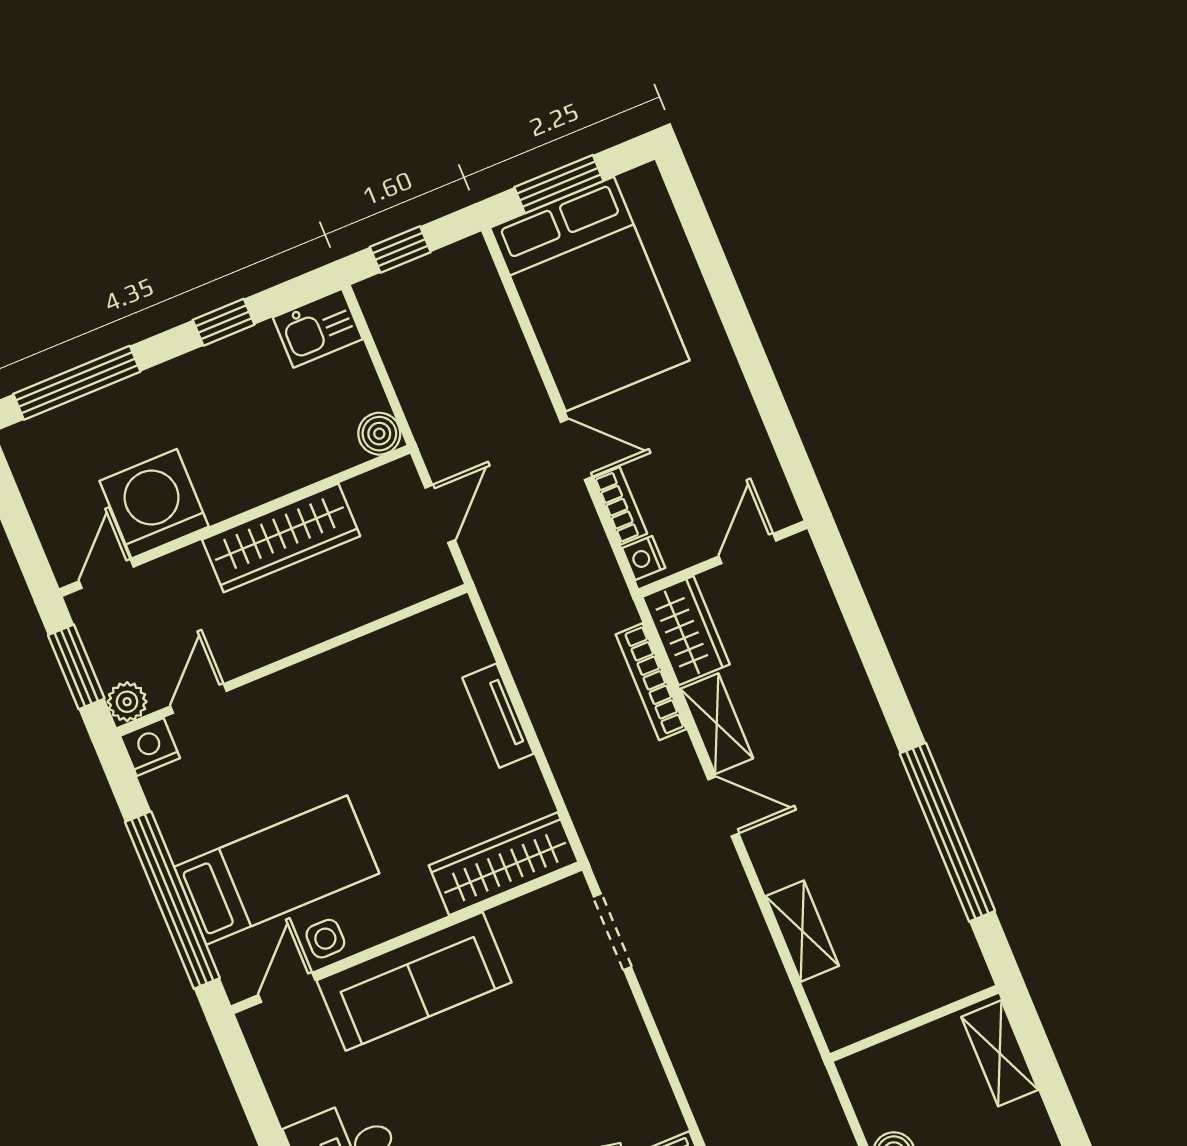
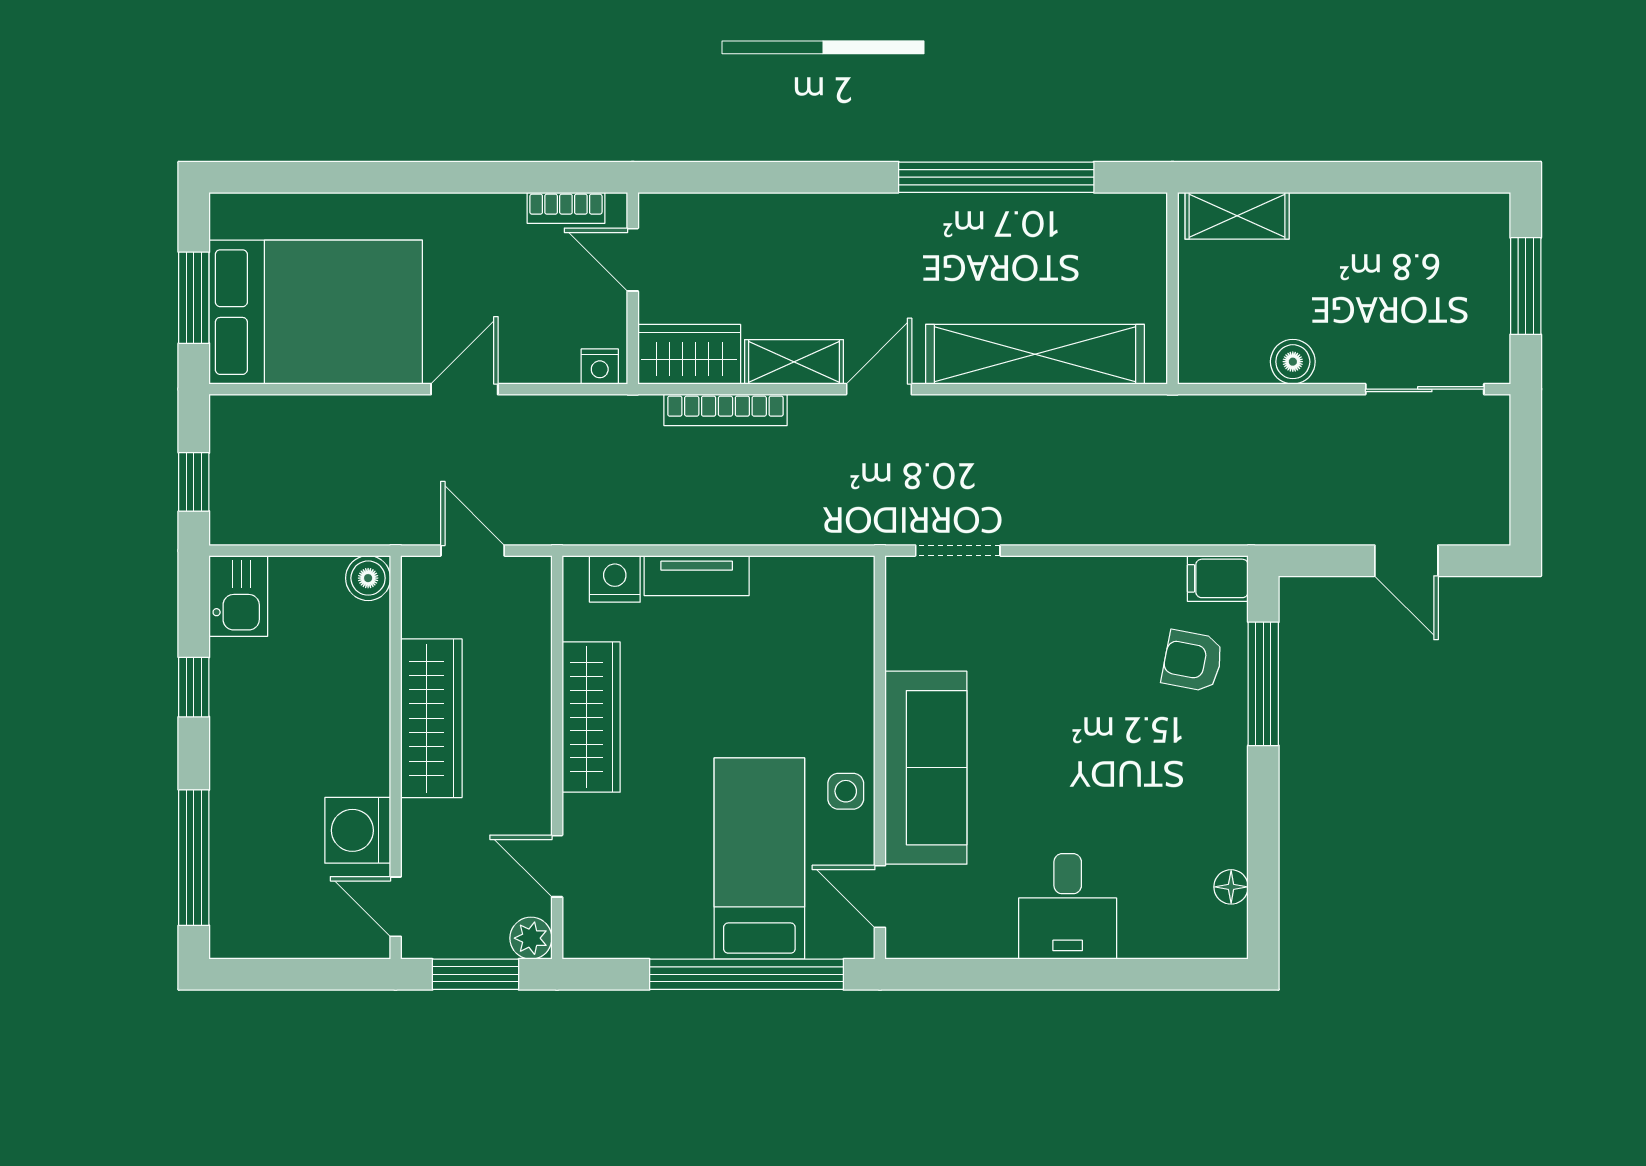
washing machine: (154, 504) -> (358, 830), width x0.73, depth x0.73
bookcase: (620, 506) -> (566, 208), moved, turned 180
nightstand: (150, 747) -> (615, 579), moved, turned 90
wardrobe: (504, 864) -> (591, 717), moved, turned 180
shelving: (802, 931) -> (1035, 354), width x2.20, depth x1.33
side table: (325, 939) -> (846, 791), moved

